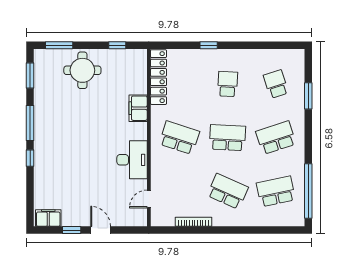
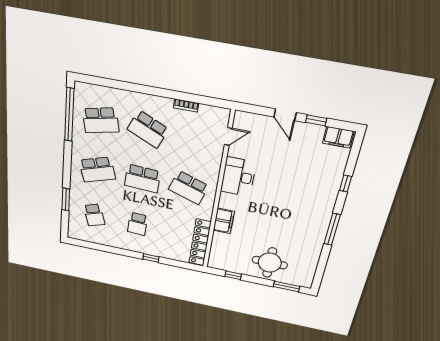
window: (30, 75) -> (321, 269), removed
window: (30, 158) -> (346, 183), moved
bookcase: (193, 222) -> (186, 105), width x0.64

